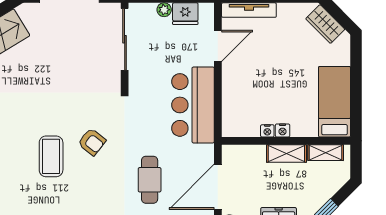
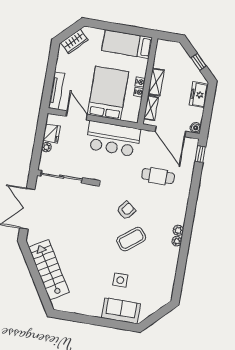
bed: (258, 86) -> (108, 93), added
shelving: (326, 153) -> (151, 108), moved
coffee table: (51, 156) -> (131, 239), turned -38

